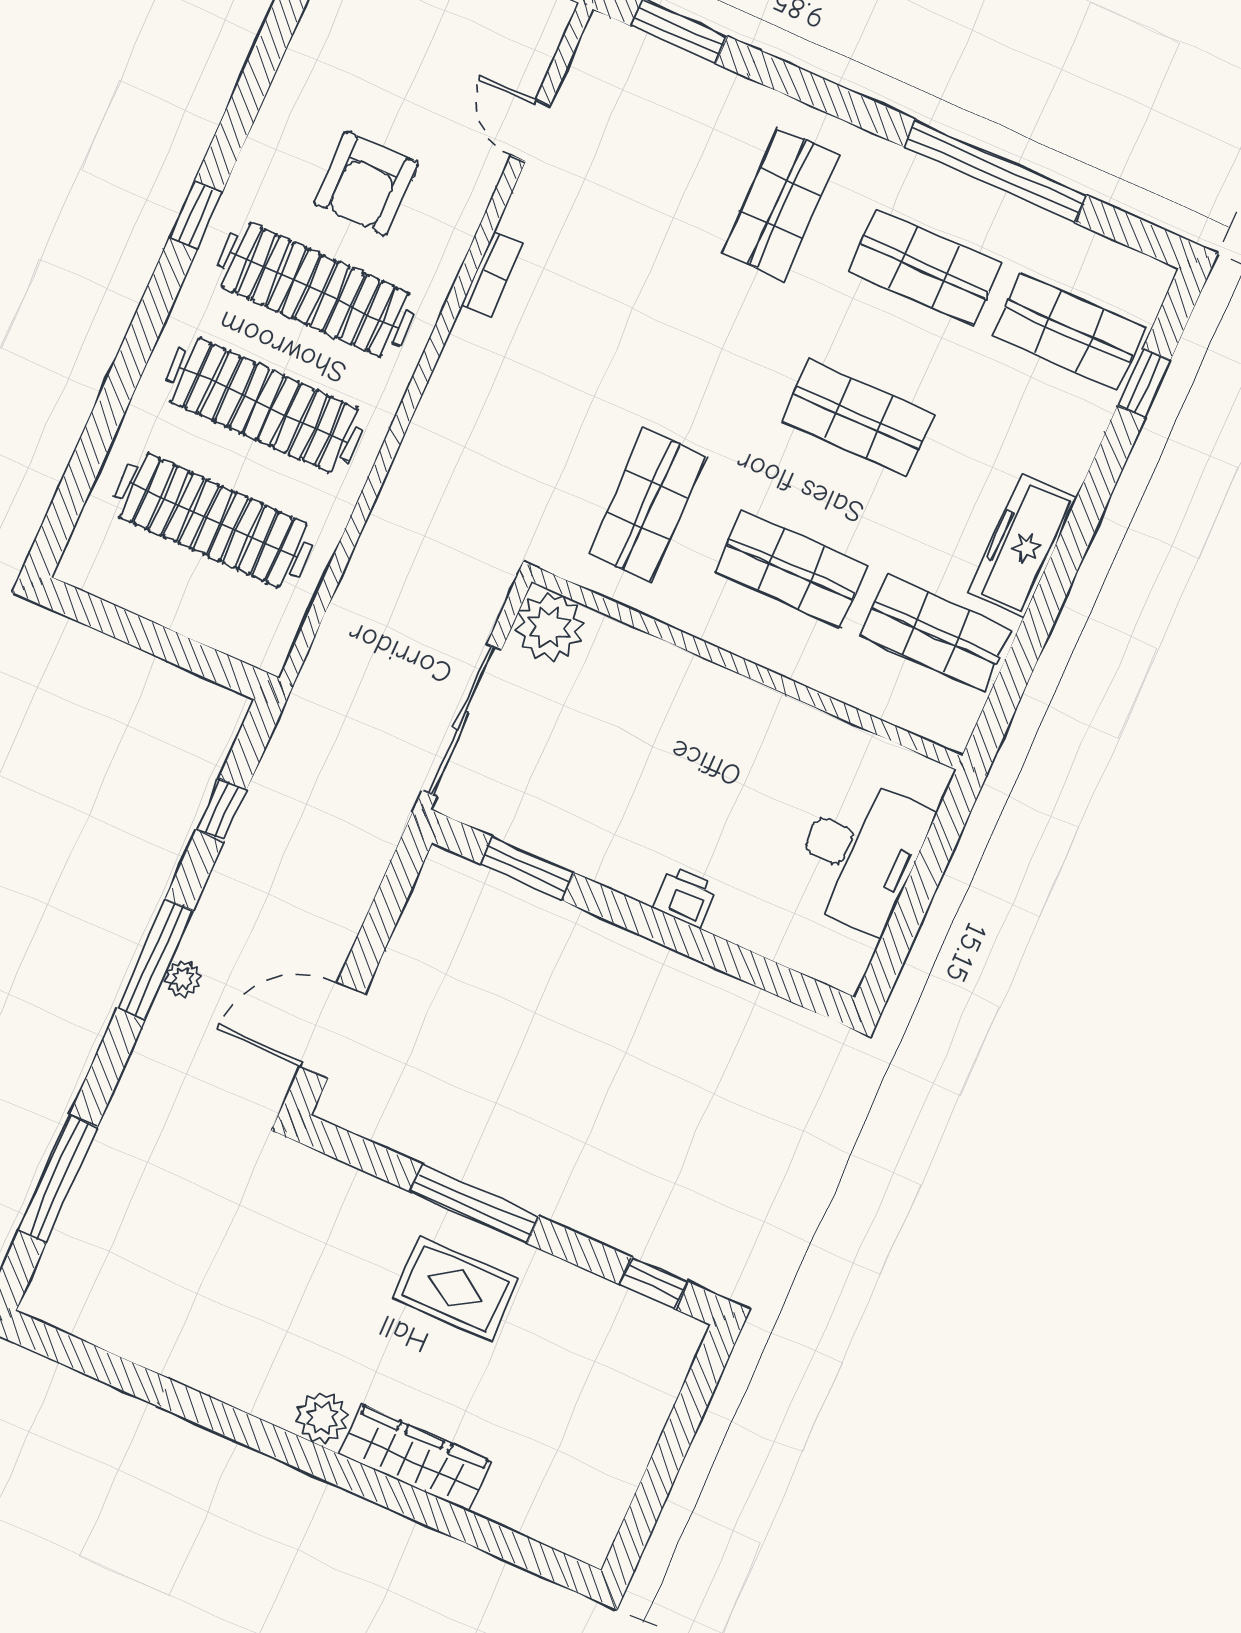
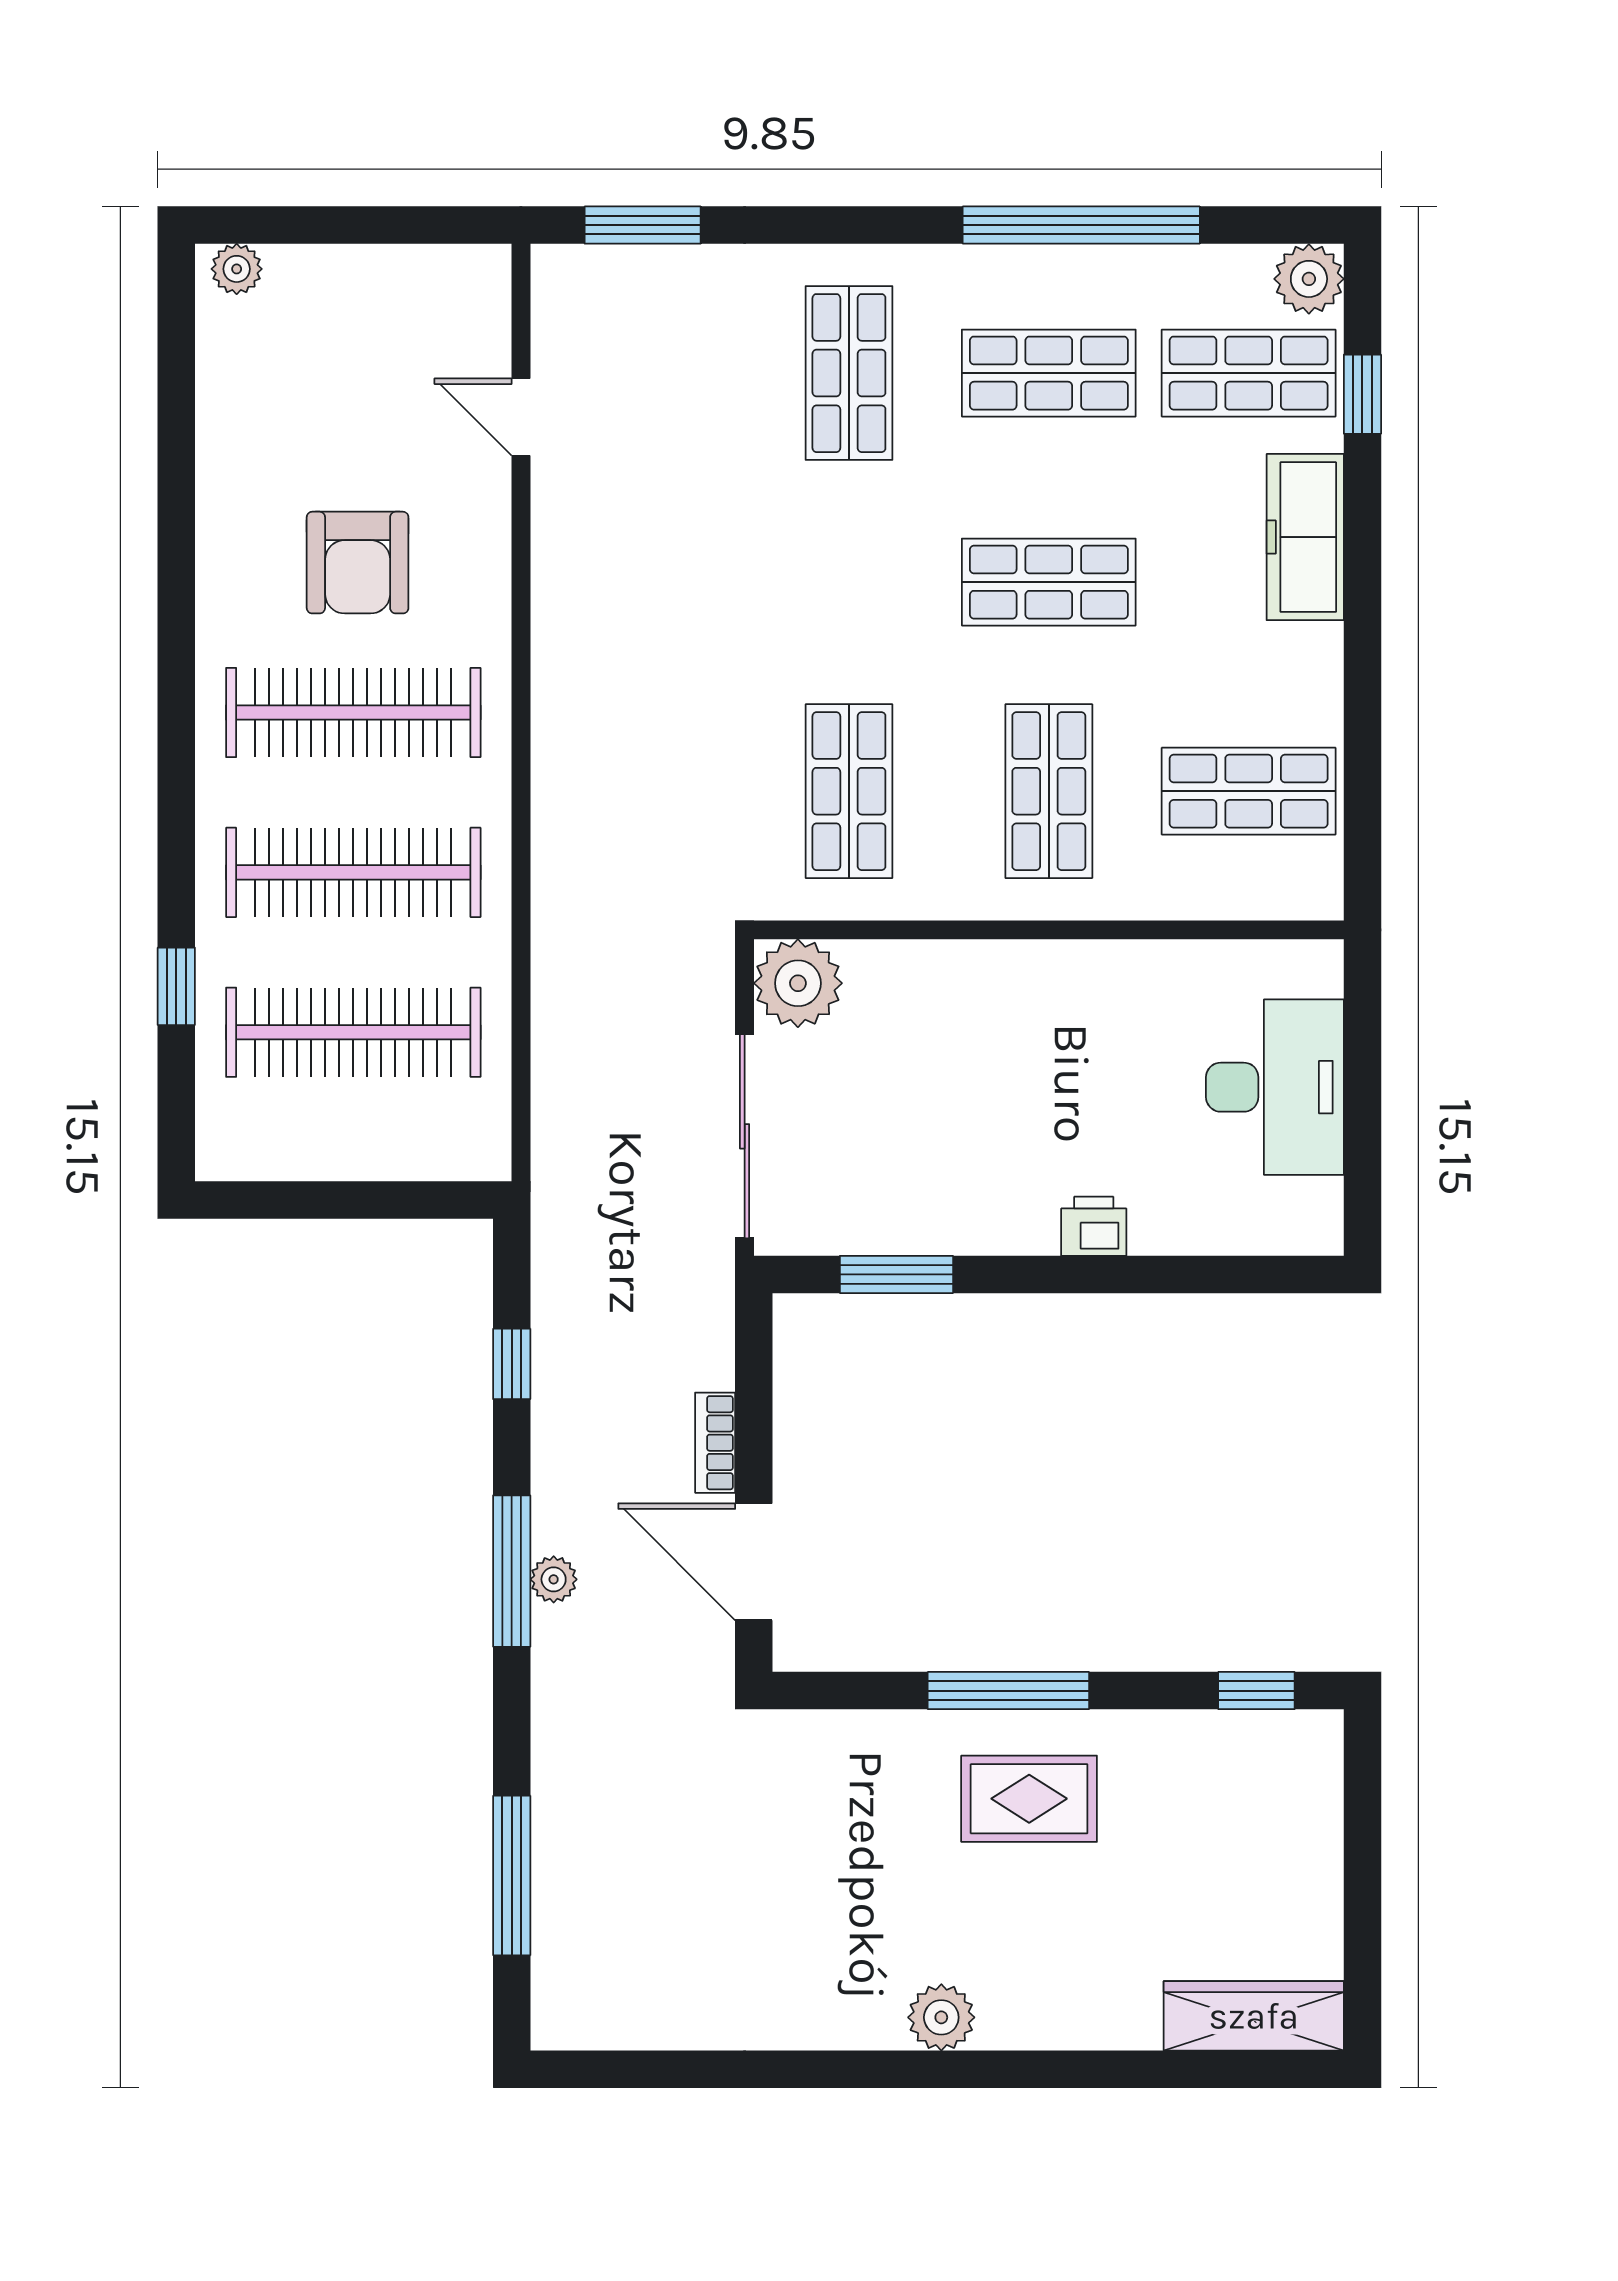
window: (196, 215) -> (176, 986), moved
bookcase: (492, 274) -> (715, 1443), moved, turned 180
plant: (1142, 283) -> (1309, 279), added
freezer: (1023, 546) -> (1305, 537), moved
shop shelf: (791, 569) -> (1049, 791), turned 90
door: (333, 1030) -> (754, 1562), hinge flipped
wardrobe: (415, 1458) -> (1254, 2016), moved

